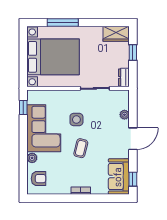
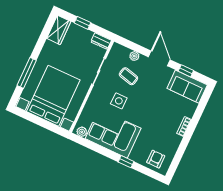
window: (23, 108) -> (126, 162), moved
coffee table: (81, 148) -> (128, 76), moved
plant: (32, 158) -> (82, 132), moved
window: (133, 179) -> (186, 71), moved

